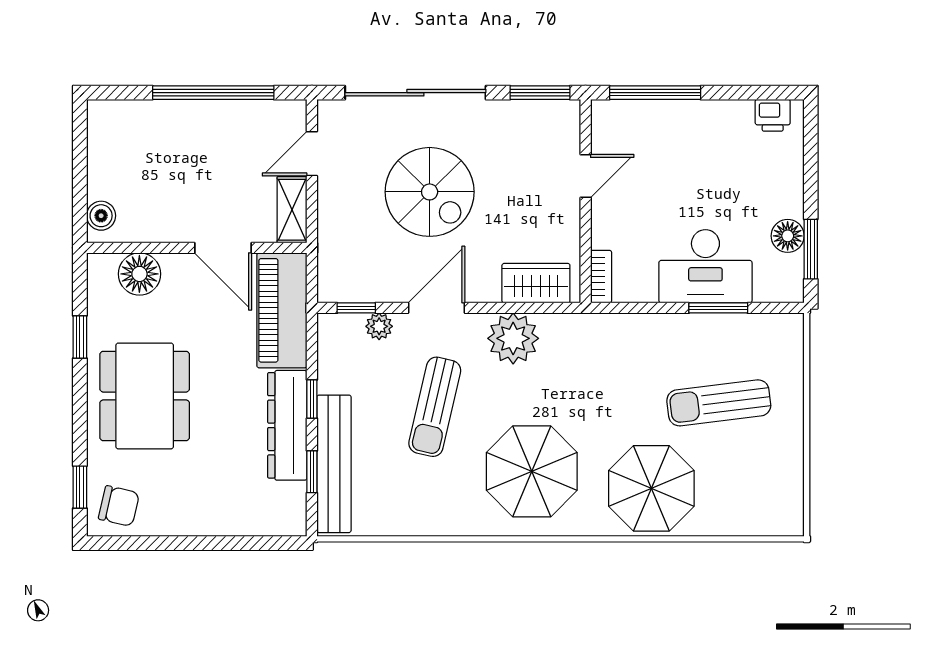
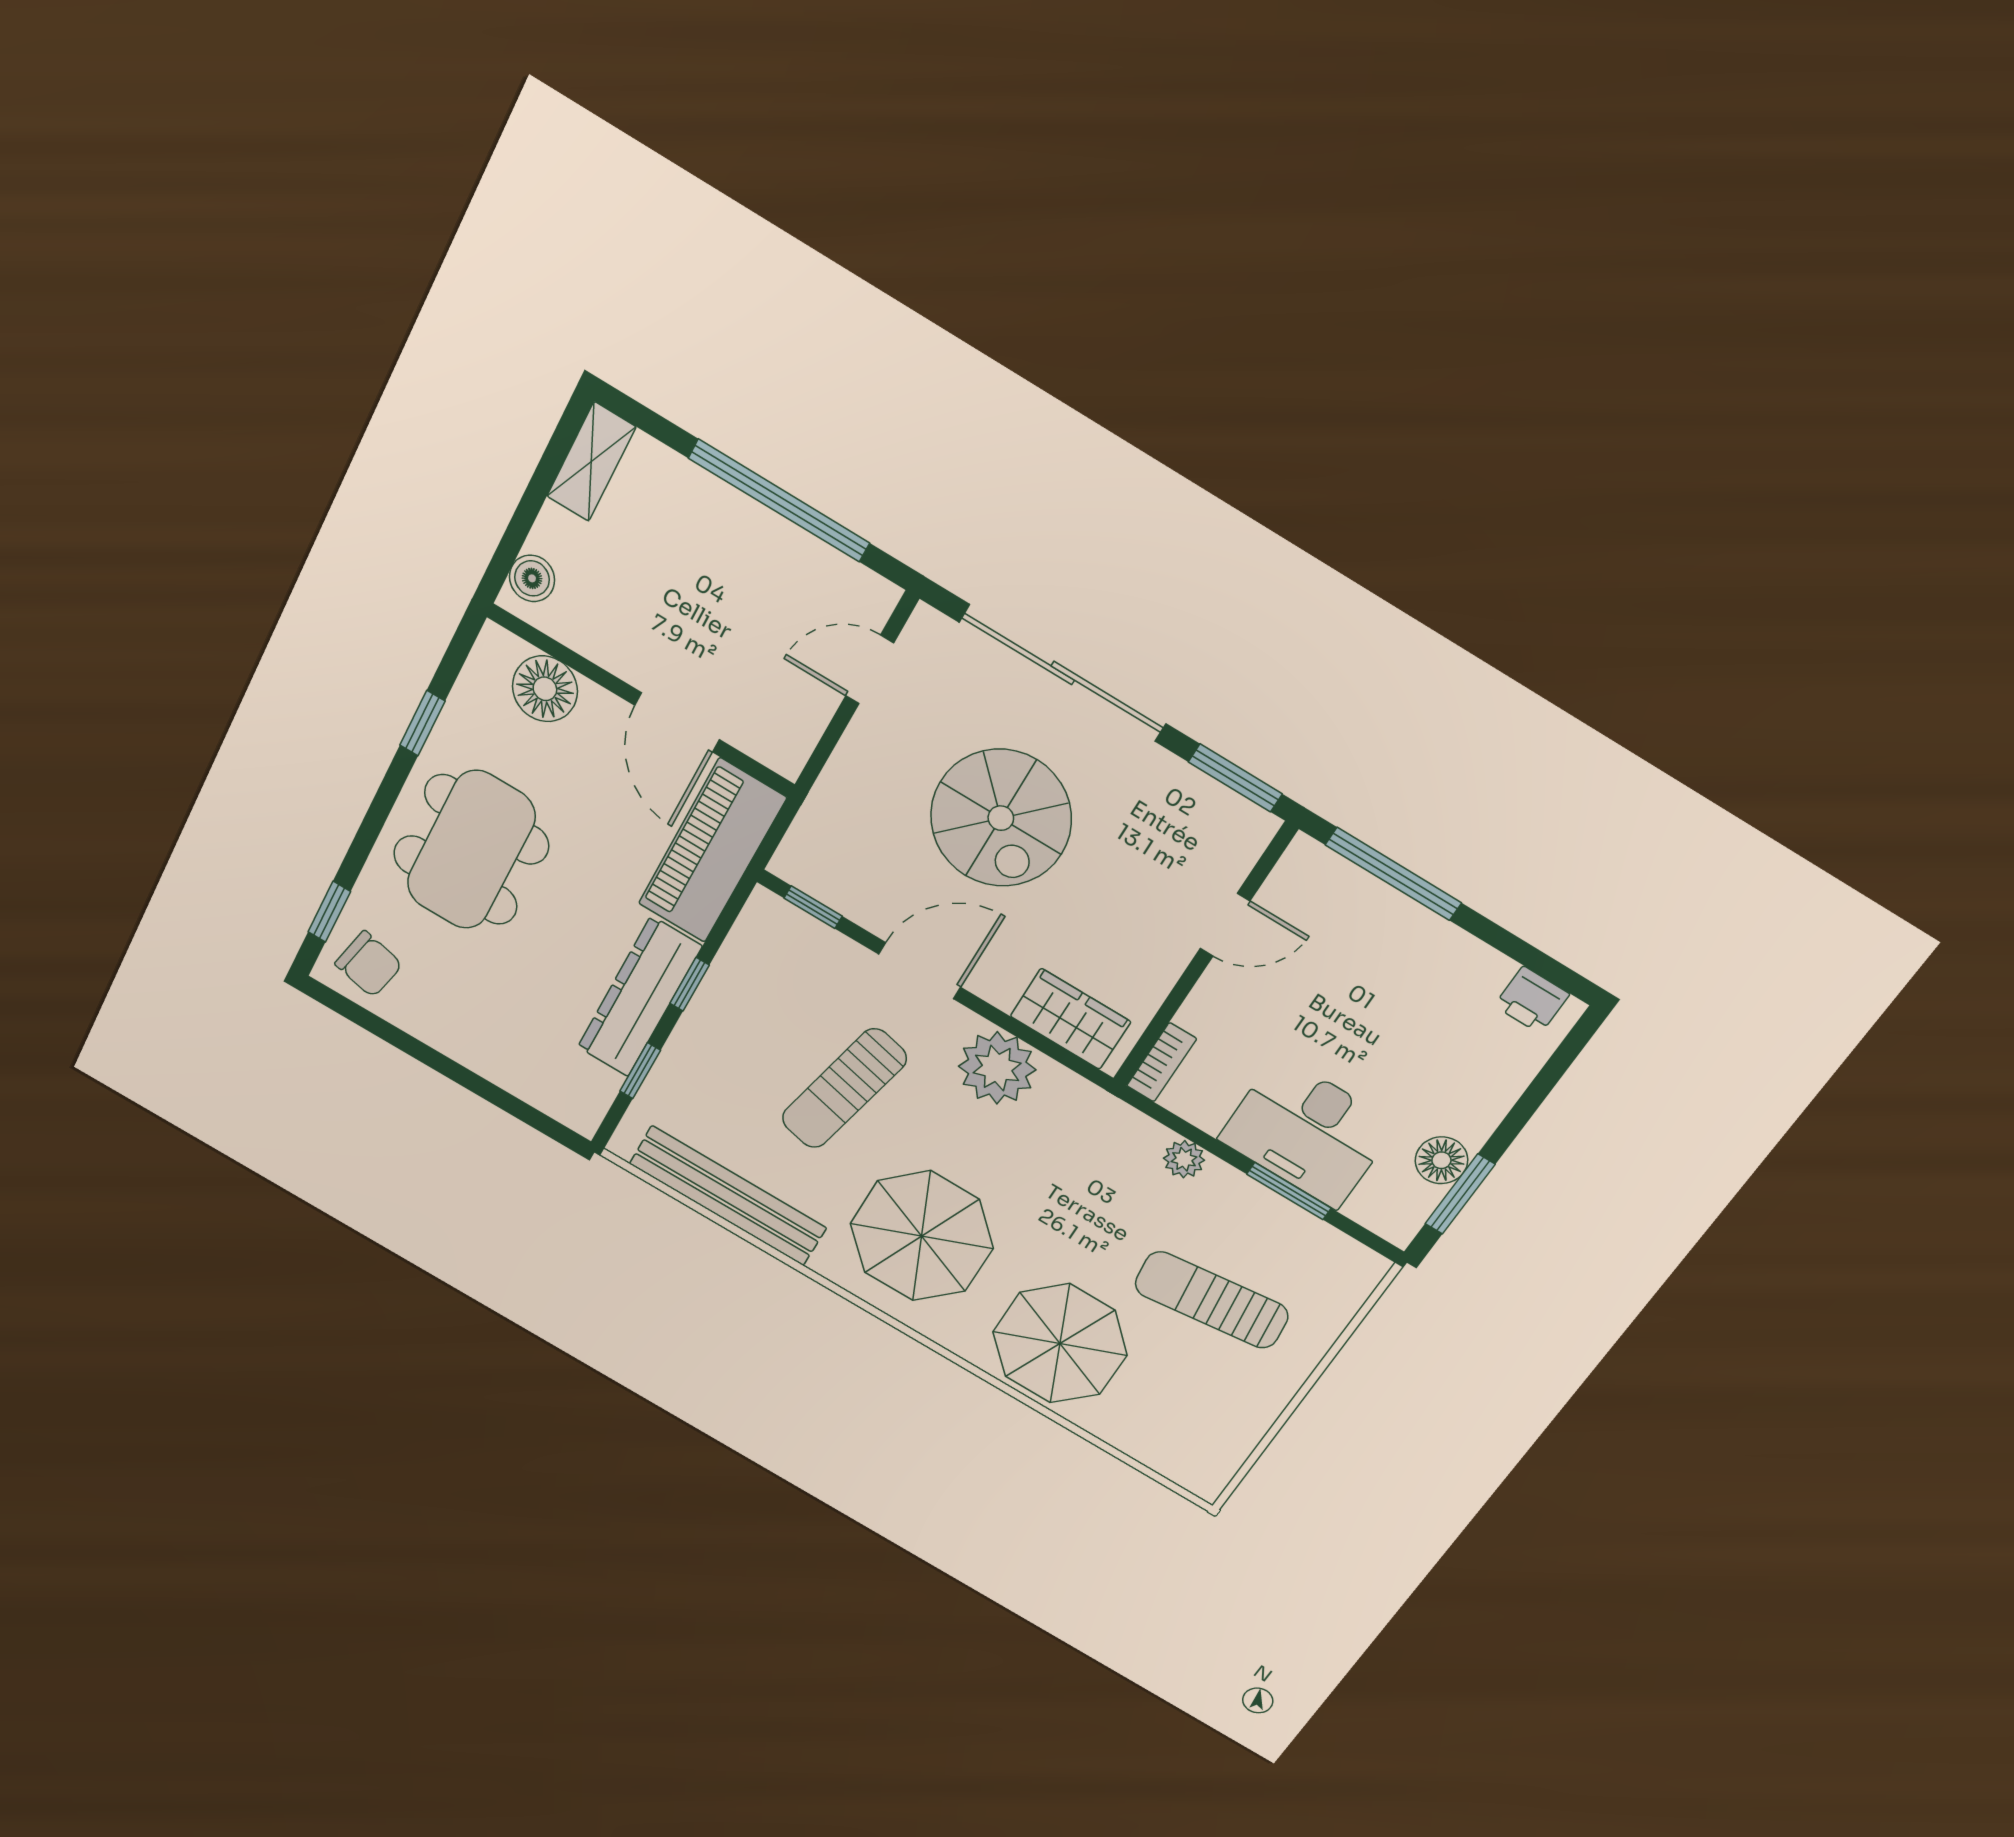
shelving: (292, 210) -> (591, 462), moved
plant: (379, 326) -> (1184, 1159), moved
bench: (334, 464) -> (728, 1196), moved, turned 90

